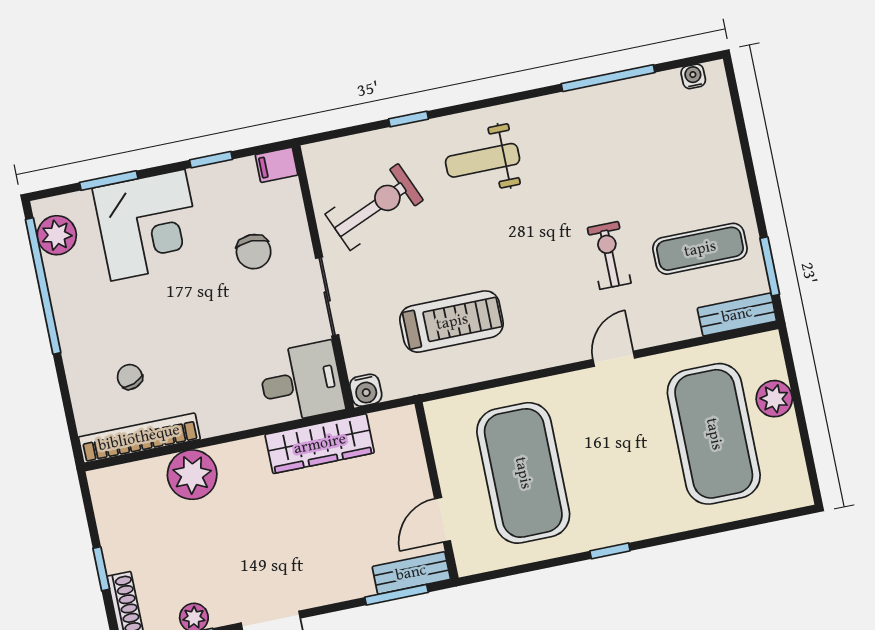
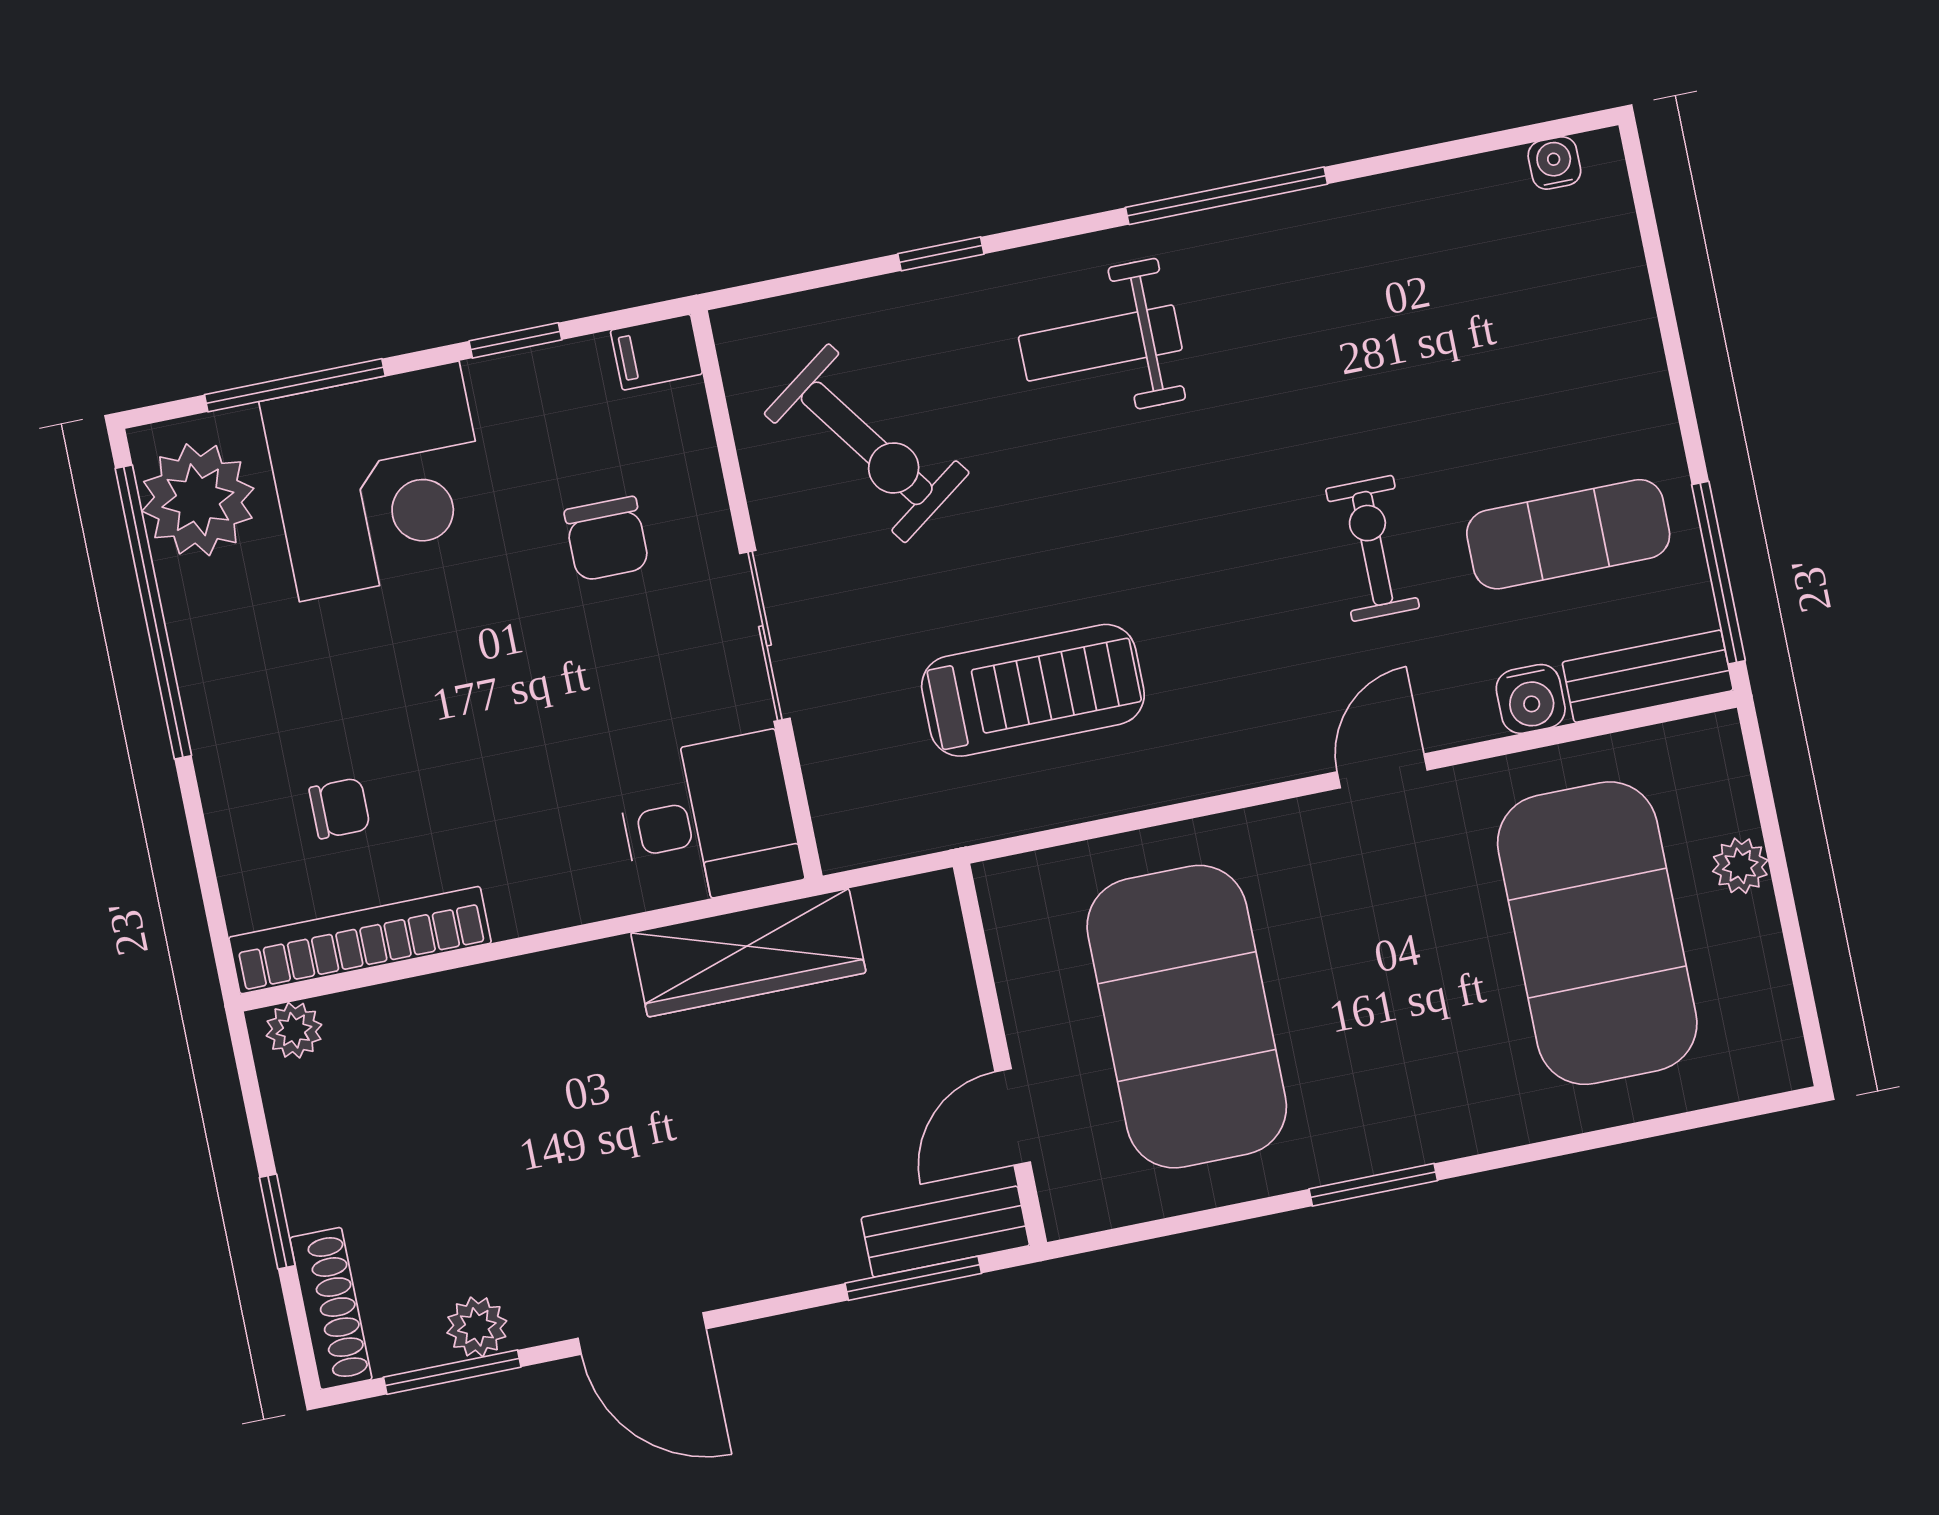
window: (608, 78) -> (1227, 196), moved
window: (109, 181) -> (295, 385), width x1.44
exercise bike: (374, 207) -> (867, 443), turned 77
plant: (57, 235) -> (198, 500), width x1.36, depth x1.36
window: (770, 266) -> (1718, 573), width x1.44
chair: (130, 377) -> (340, 808), turned 111
water cooler: (366, 390) -> (1531, 699), moved
plant: (774, 399) -> (1740, 866), width x0.73, depth x0.73
plant: (192, 475) -> (294, 1030), moved, width x0.53, depth x0.53
window: (610, 551) -> (1373, 1185), width x1.50

